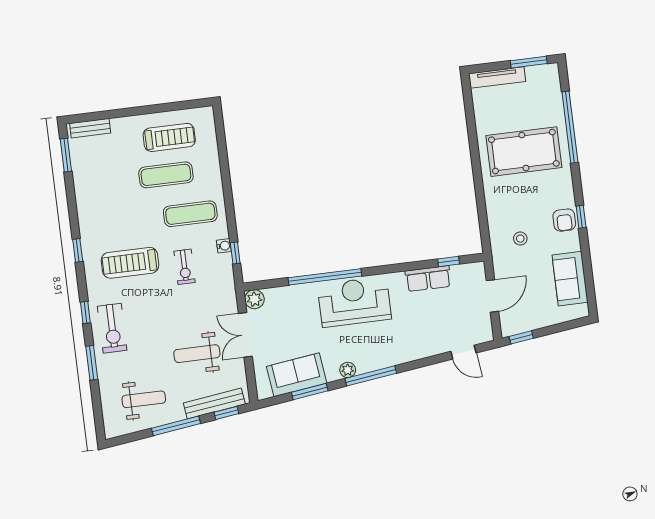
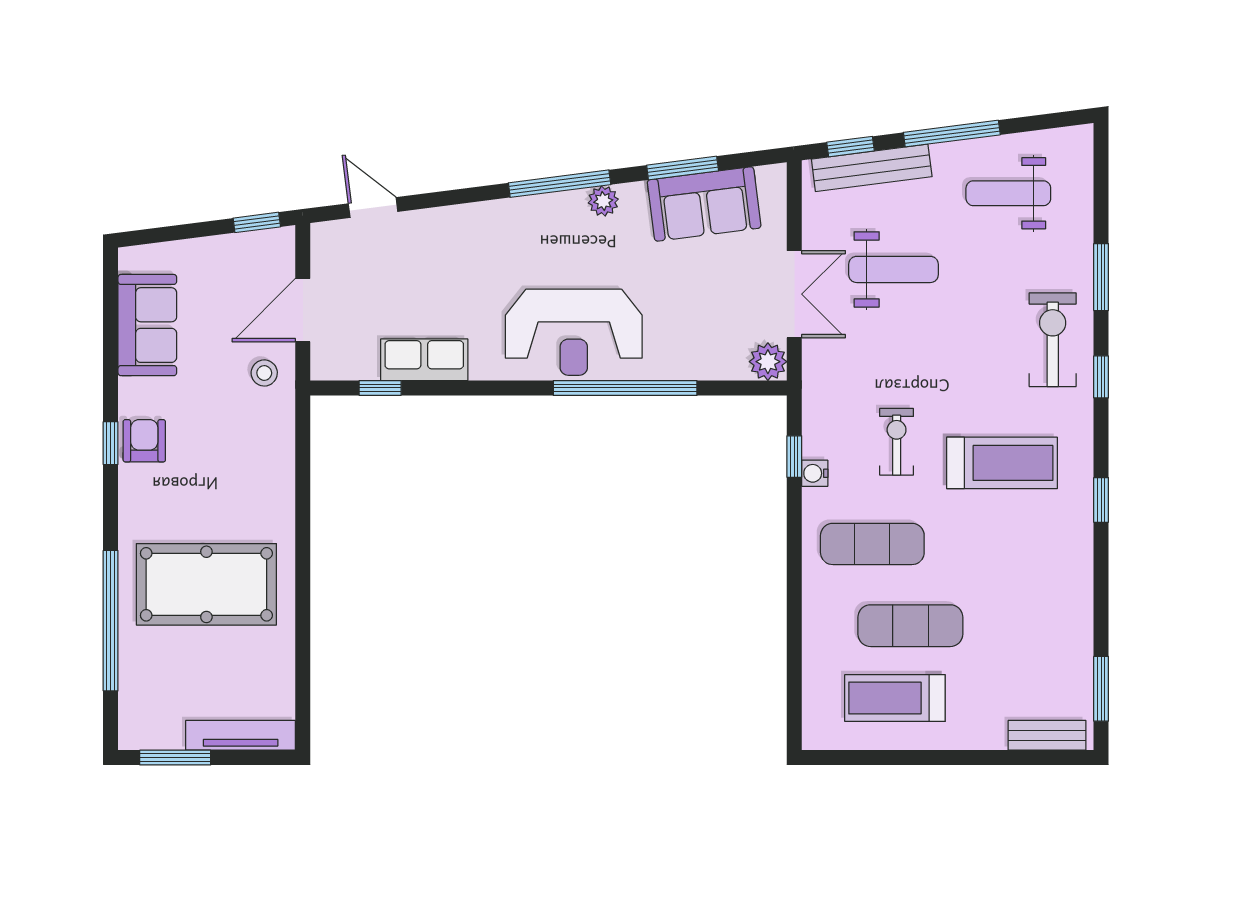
stool: (520, 239) -> (264, 373), moved

